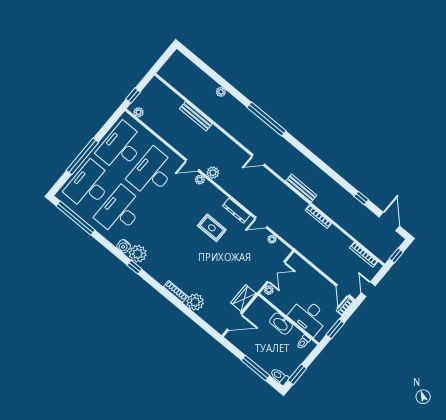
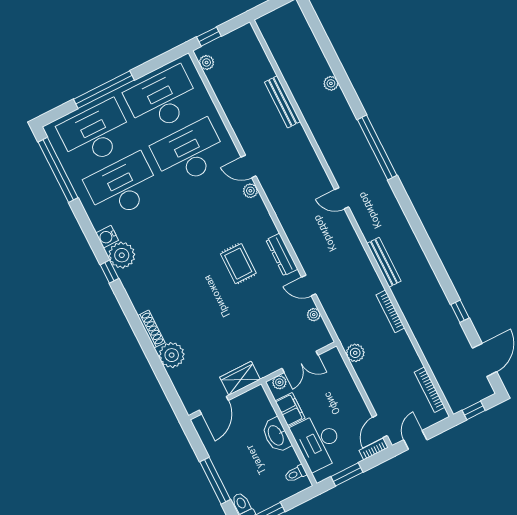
plant: (213, 173) -> (355, 353), moved
filing cabinet: (283, 304) -> (290, 410), added
door: (235, 322) -> (214, 405), hinge flipped

